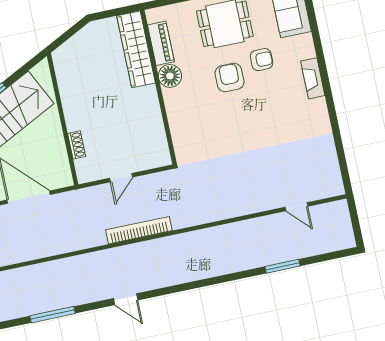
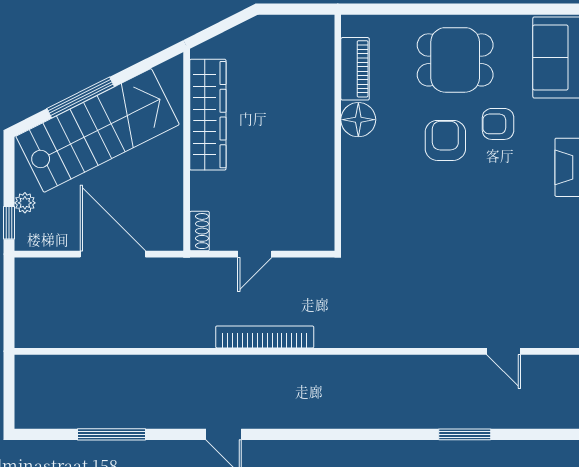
wardrobe: (136, 49) -> (208, 115), moved, turned 180
armchair: (262, 60) -> (498, 124), turned 180
shoe rack: (77, 145) -> (200, 231), moved

